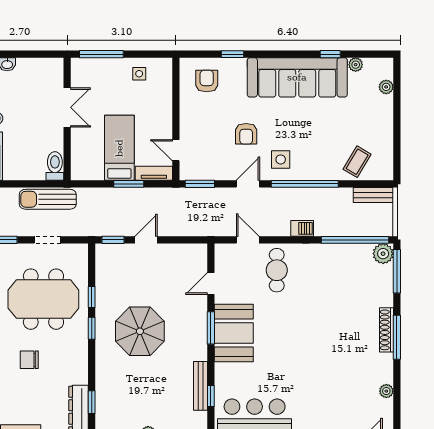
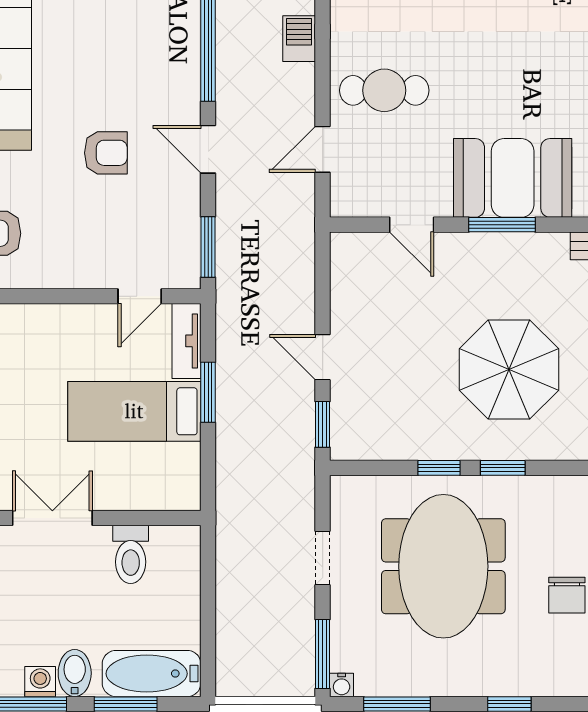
side table: (281, 159) -> (159, 82), removed
toilet: (55, 166) -> (131, 554), moved, turned -90
sun lounger: (48, 199) -> (240, 557), removed

